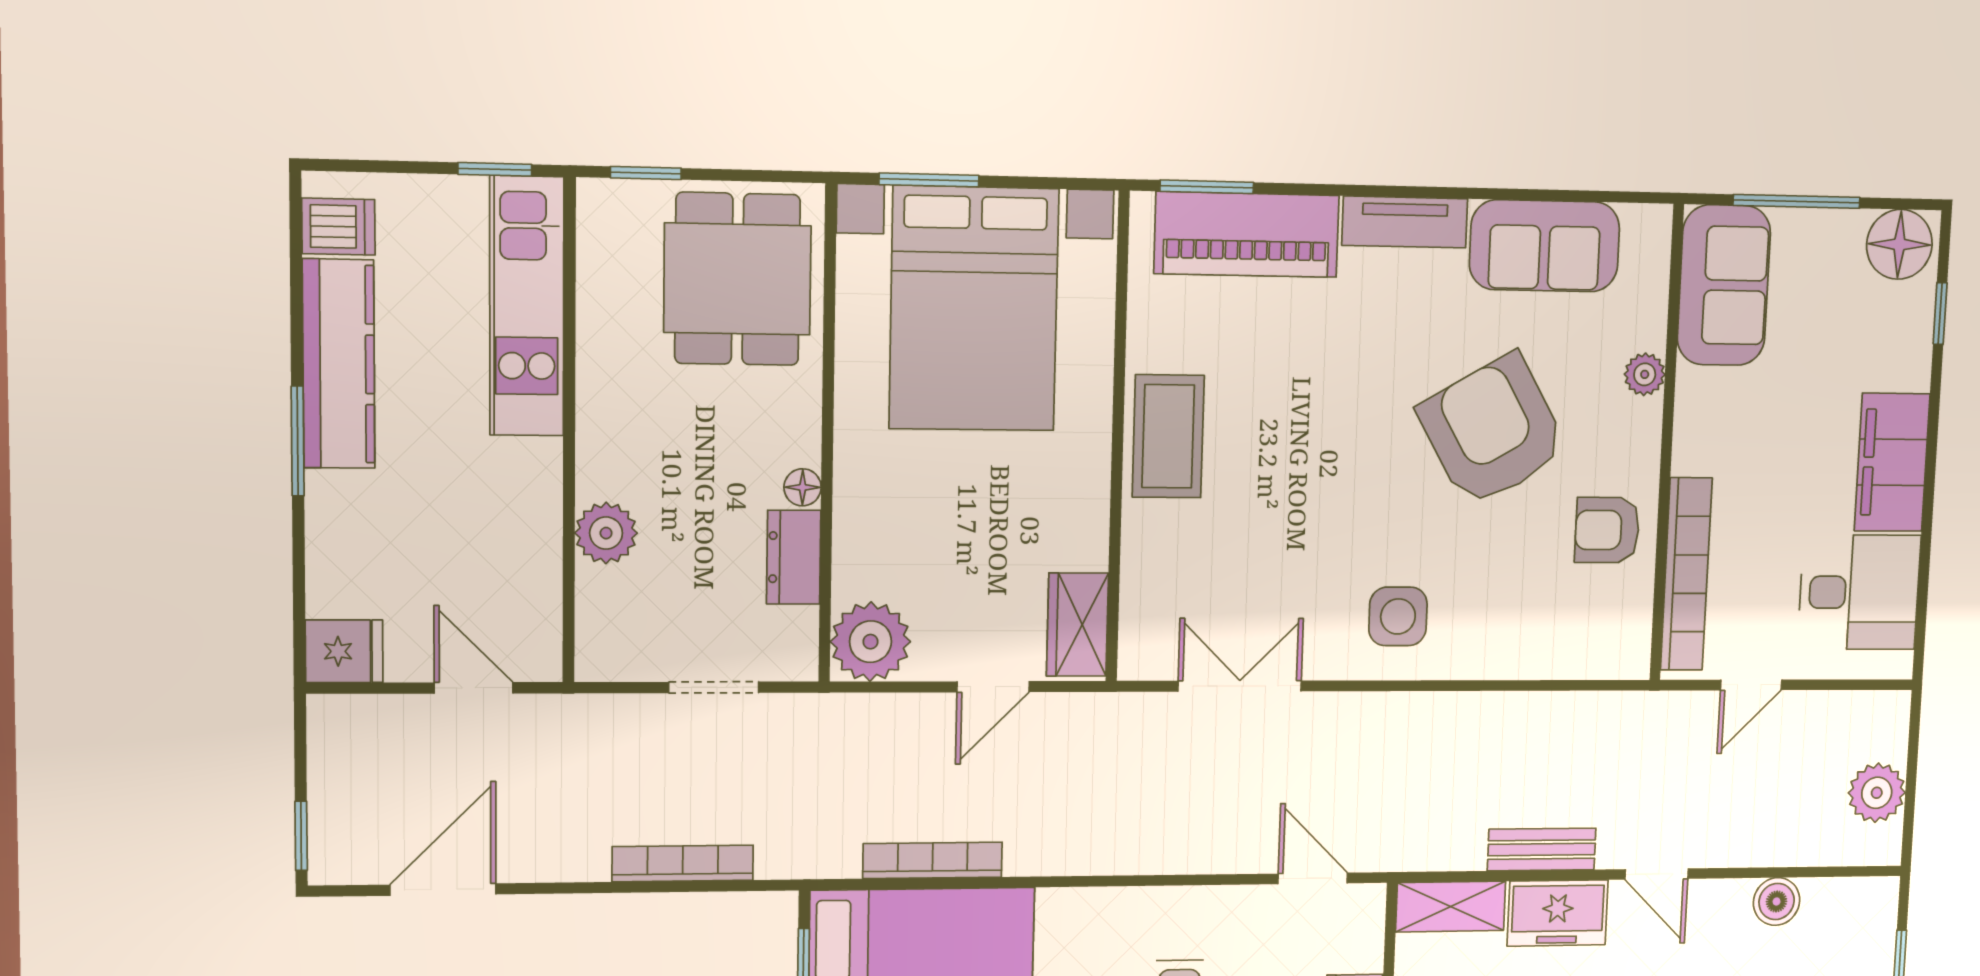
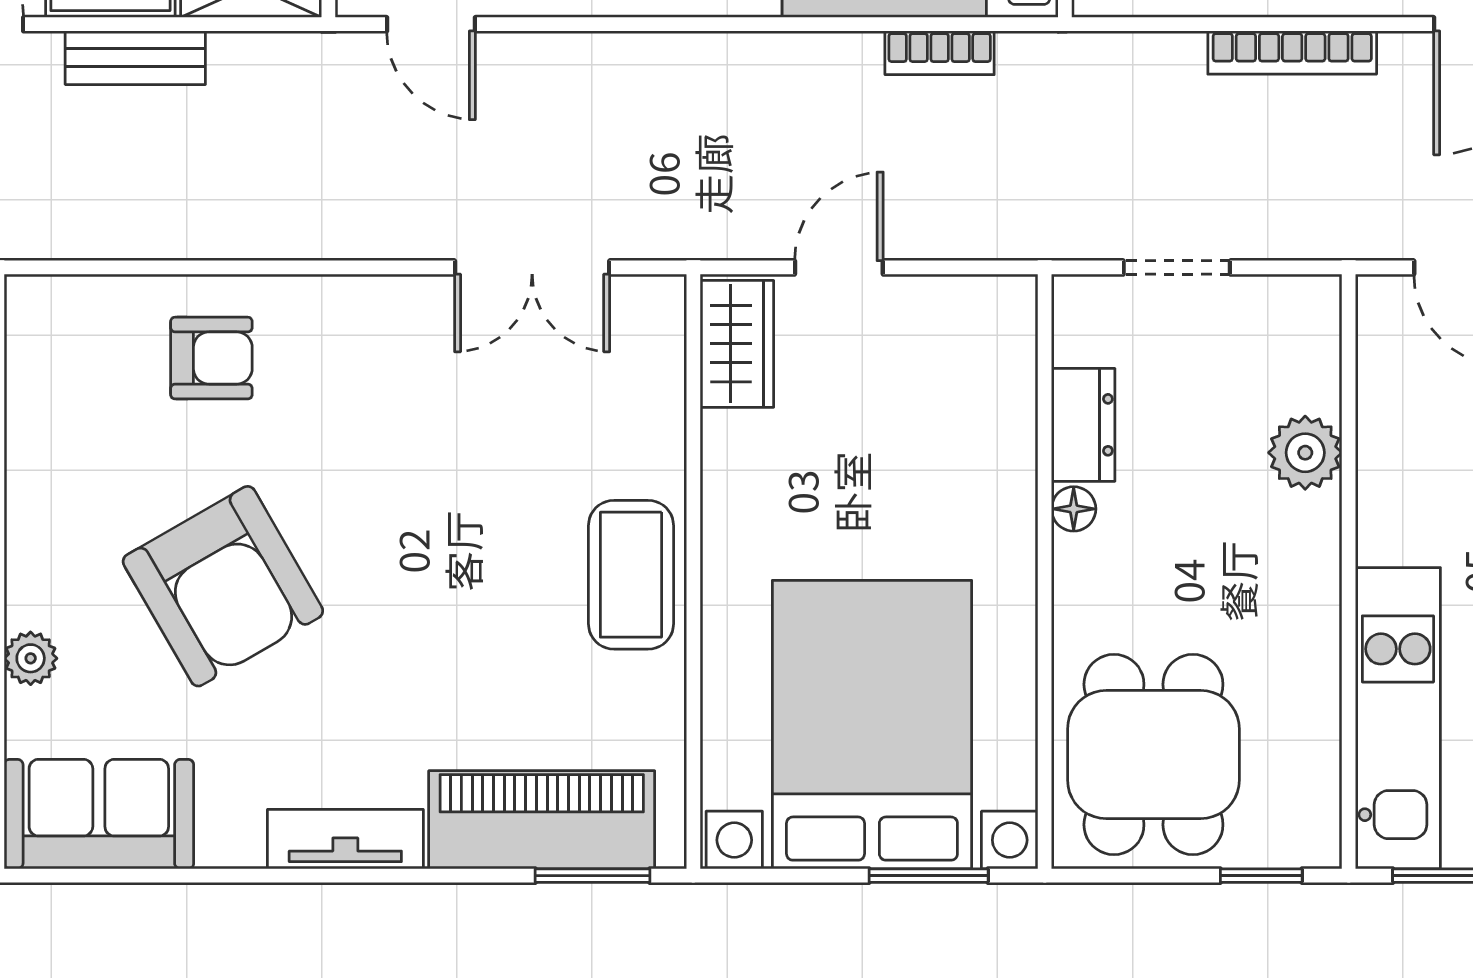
sofa: (1545, 246) -> (99, 814), moved
armchair: (1607, 530) -> (211, 358), moved
side table: (1398, 616) -> (334, 354), removed
plant: (870, 642) -> (989, 323), removed
bookcase: (933, 860) -> (940, 53), width x0.64
bookcase: (683, 863) -> (1292, 53), moved

